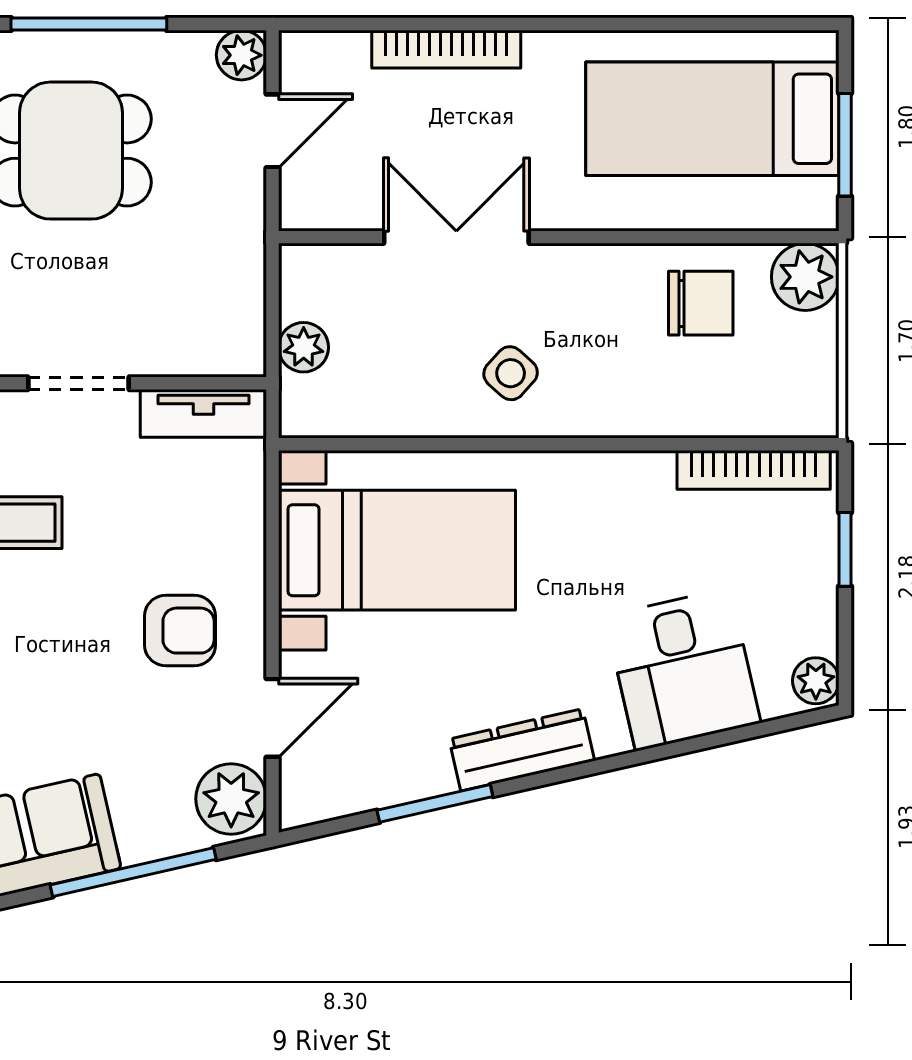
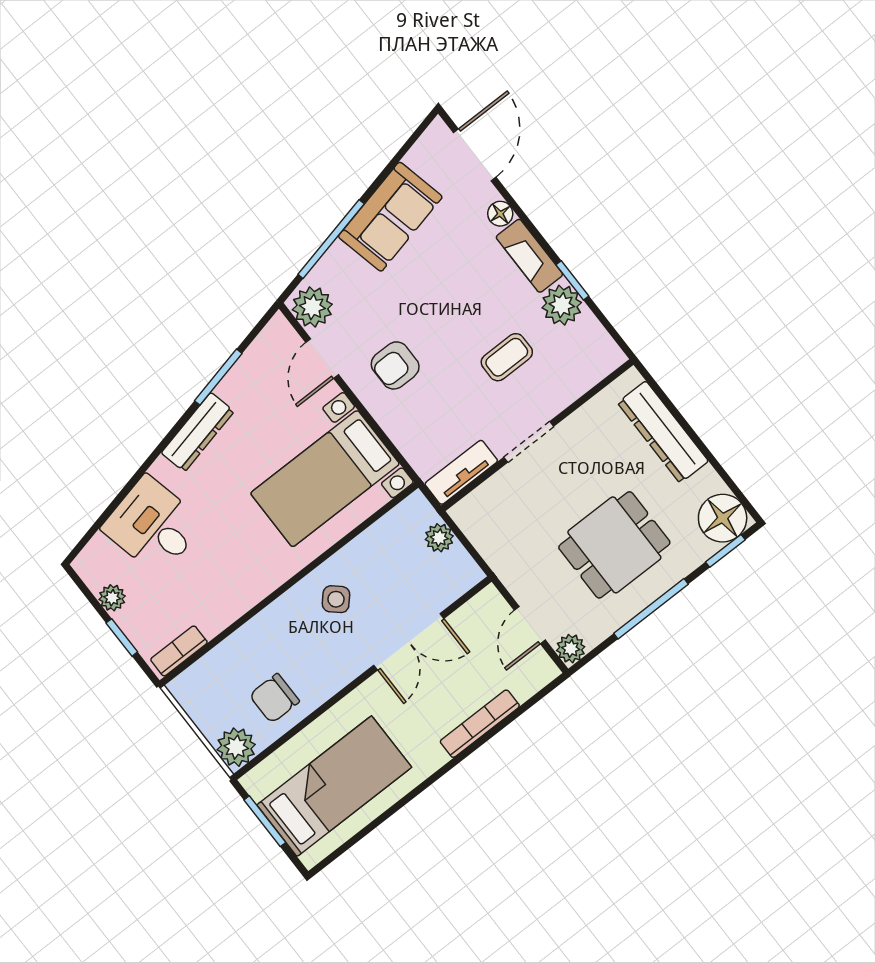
bookcase: (754, 470) -> (179, 651), width x0.64
plant: (816, 681) -> (112, 598), moved

